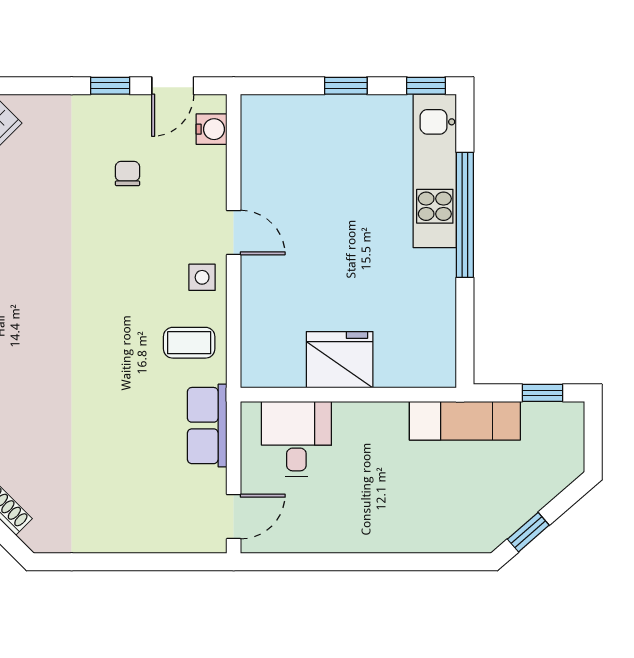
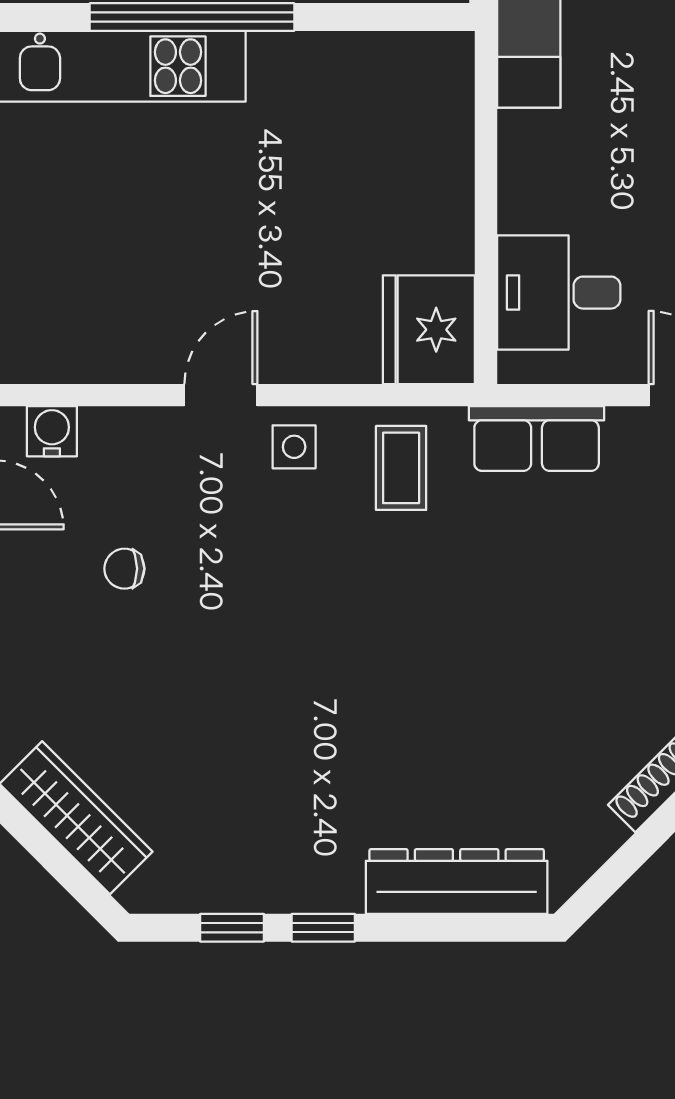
fridge: (340, 360) -> (429, 330), moved

